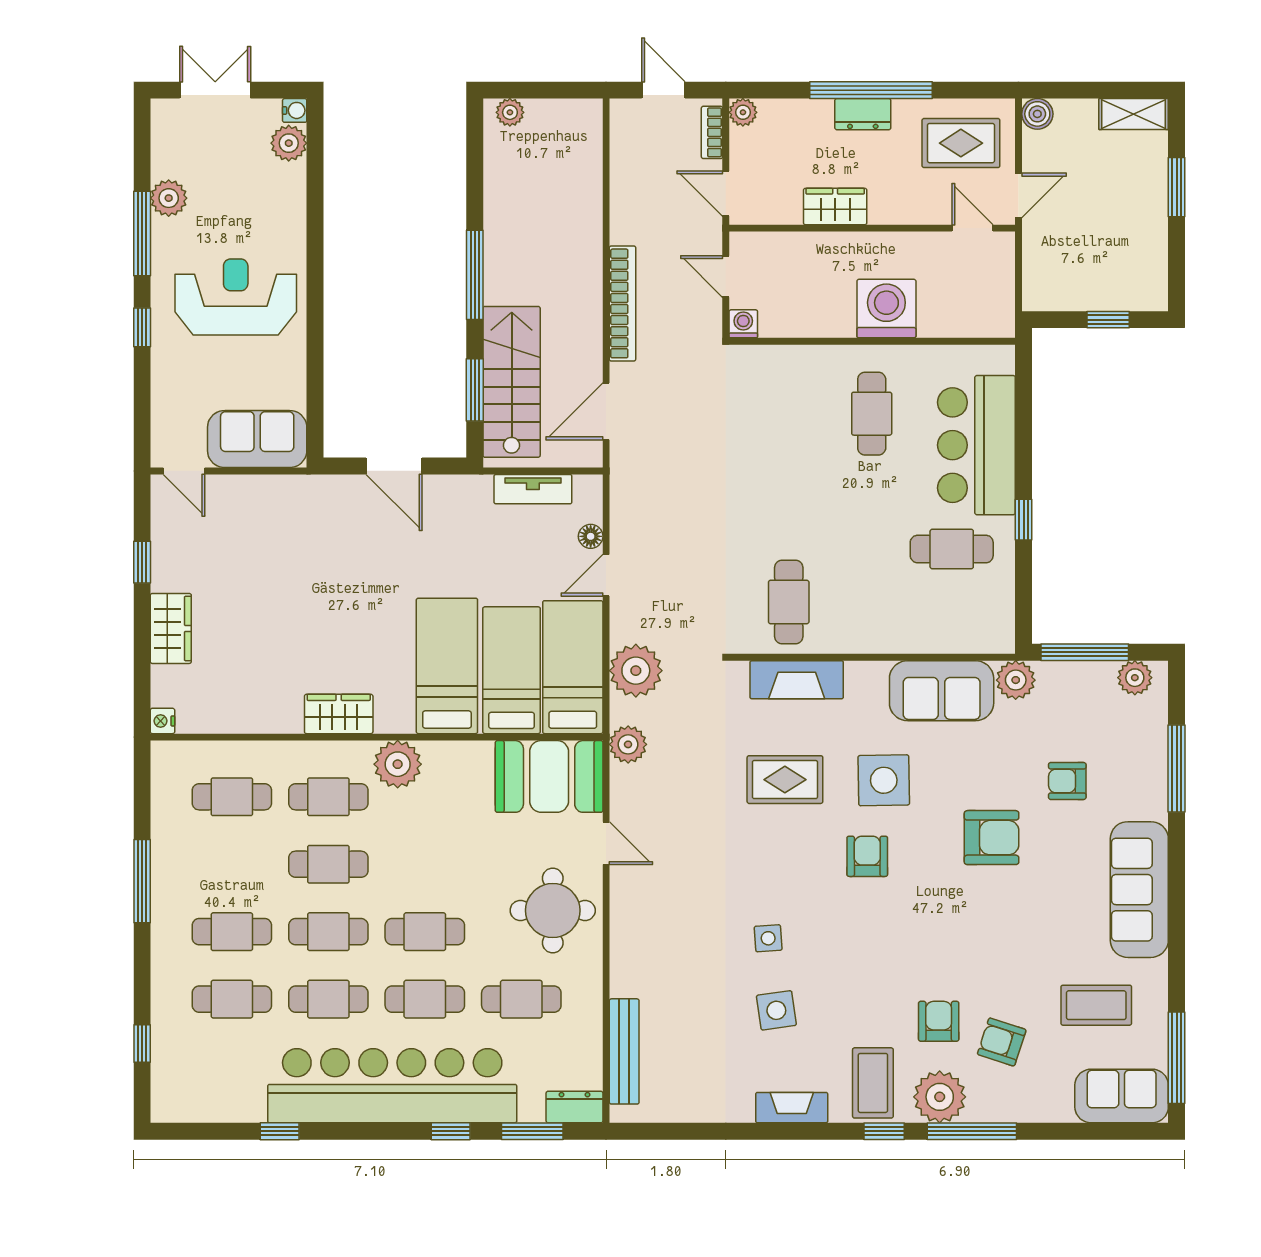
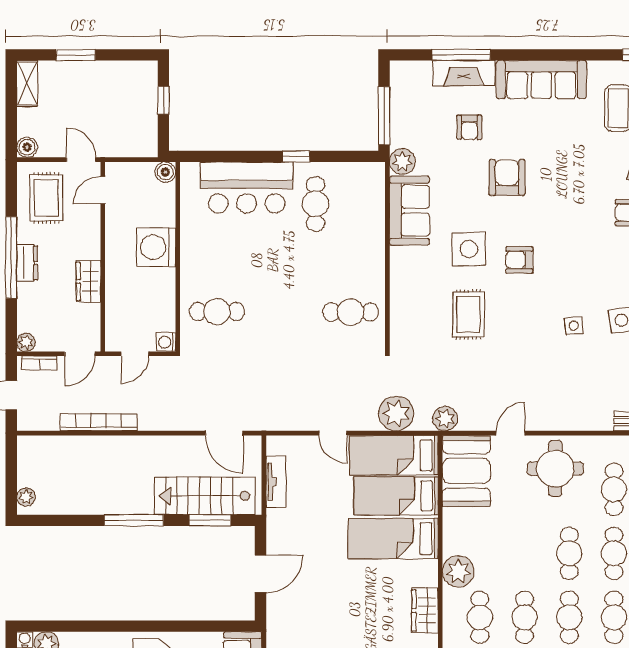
bookcase: (622, 303) -> (99, 422), moved
boiler: (1000, 323) -> (165, 172), added
cafe table: (872, 414) -> (217, 311), moved
floor lamp: (591, 536) -> (307, 443), removed
plant: (1135, 678) -> (401, 83), removed
fireplace: (797, 680) -> (464, 73), moved, turned 90

